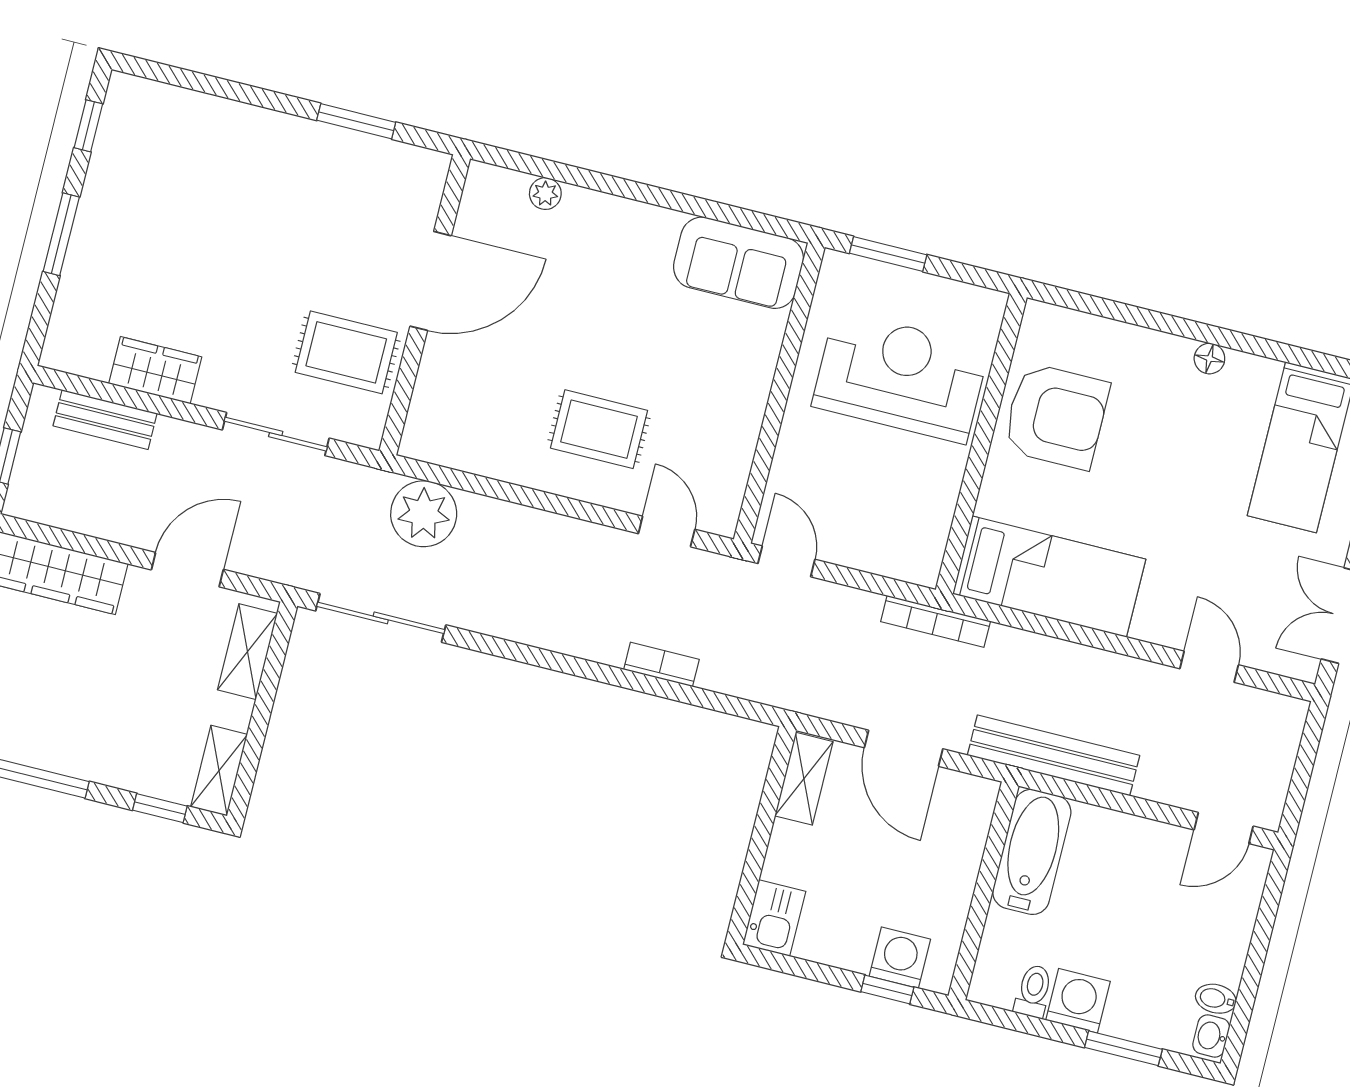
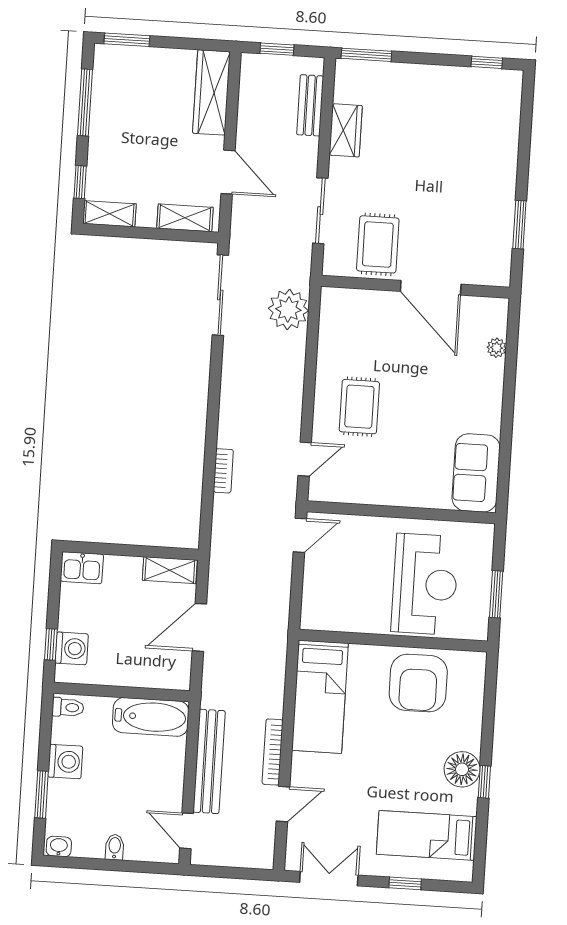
window: (61, 234) -> (366, 55), moved
window: (888, 254) -> (496, 594), moved
window: (1233, 340) -> (484, 782), added
floor lamp: (1209, 359) -> (462, 769), width x1.89, depth x1.89
bookcase: (936, 621) -> (273, 752), moved
bench: (1053, 755) -> (209, 761), moved
toilet: (1033, 991) -> (68, 707), moved
bidet: (1216, 999) -> (115, 847), moved

